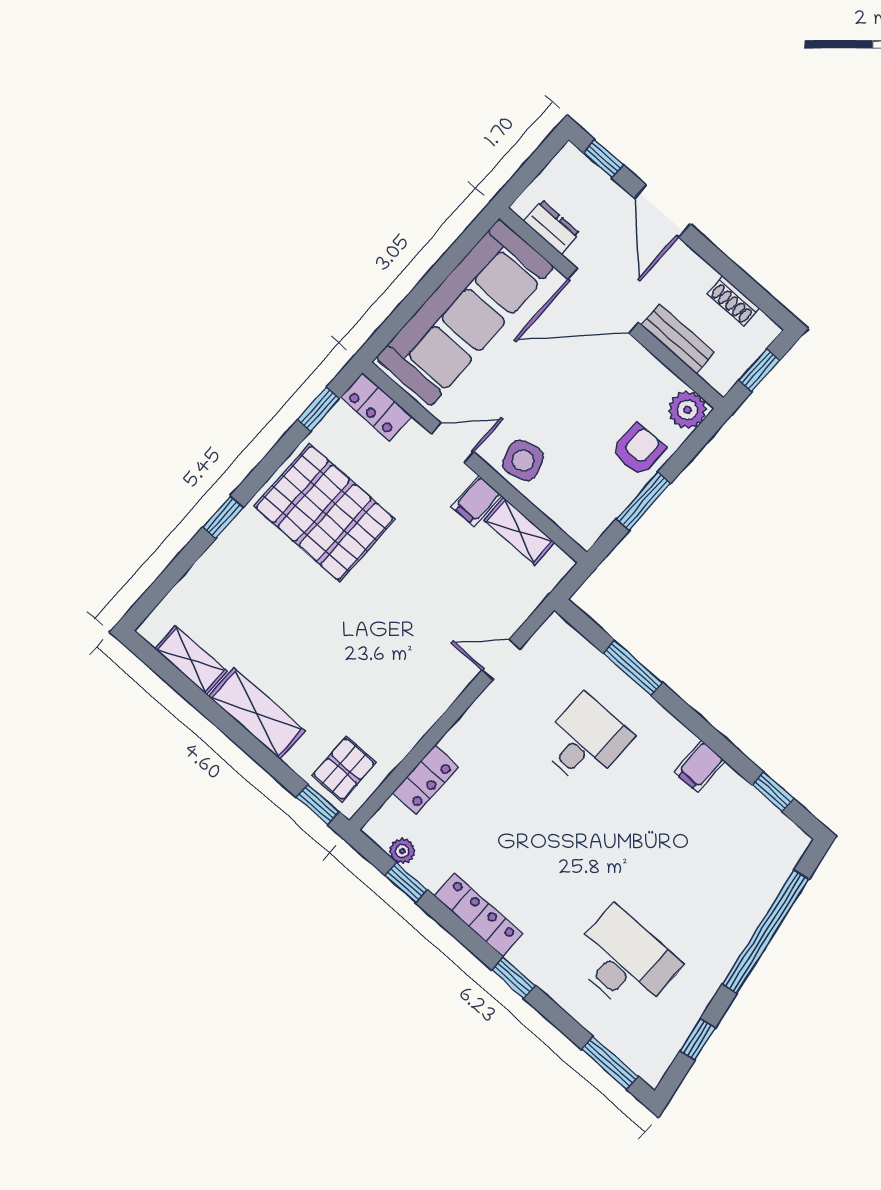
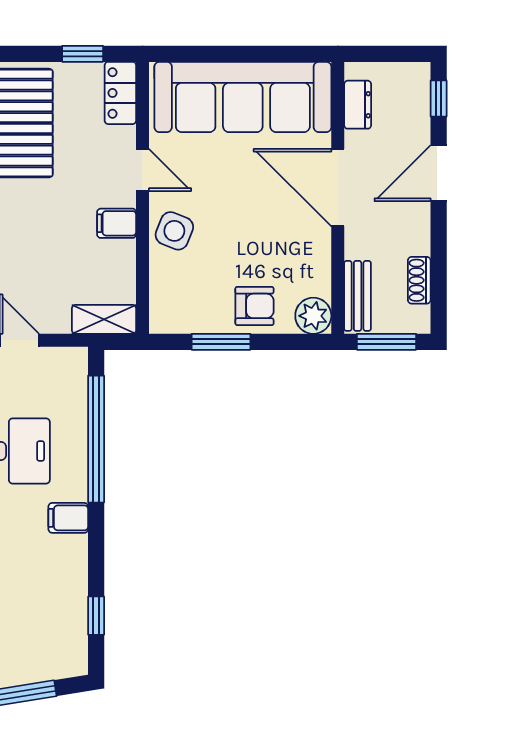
bench: (678, 339) -> (358, 296), moved
window: (759, 370) -> (387, 342), width x1.50
side table: (523, 460) -> (174, 231), turned 38
shelving: (519, 531) -> (104, 319), moved, turned 90
window: (633, 668) -> (96, 439), width x2.11
filing cabinet: (700, 766) -> (68, 518), moved

